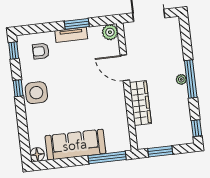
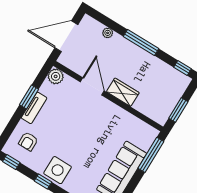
door: (125, 68) -> (92, 86), swing flipped
plant: (181, 79) -> (108, 33), moved
wardrobe: (140, 103) -> (123, 92), width x0.67

